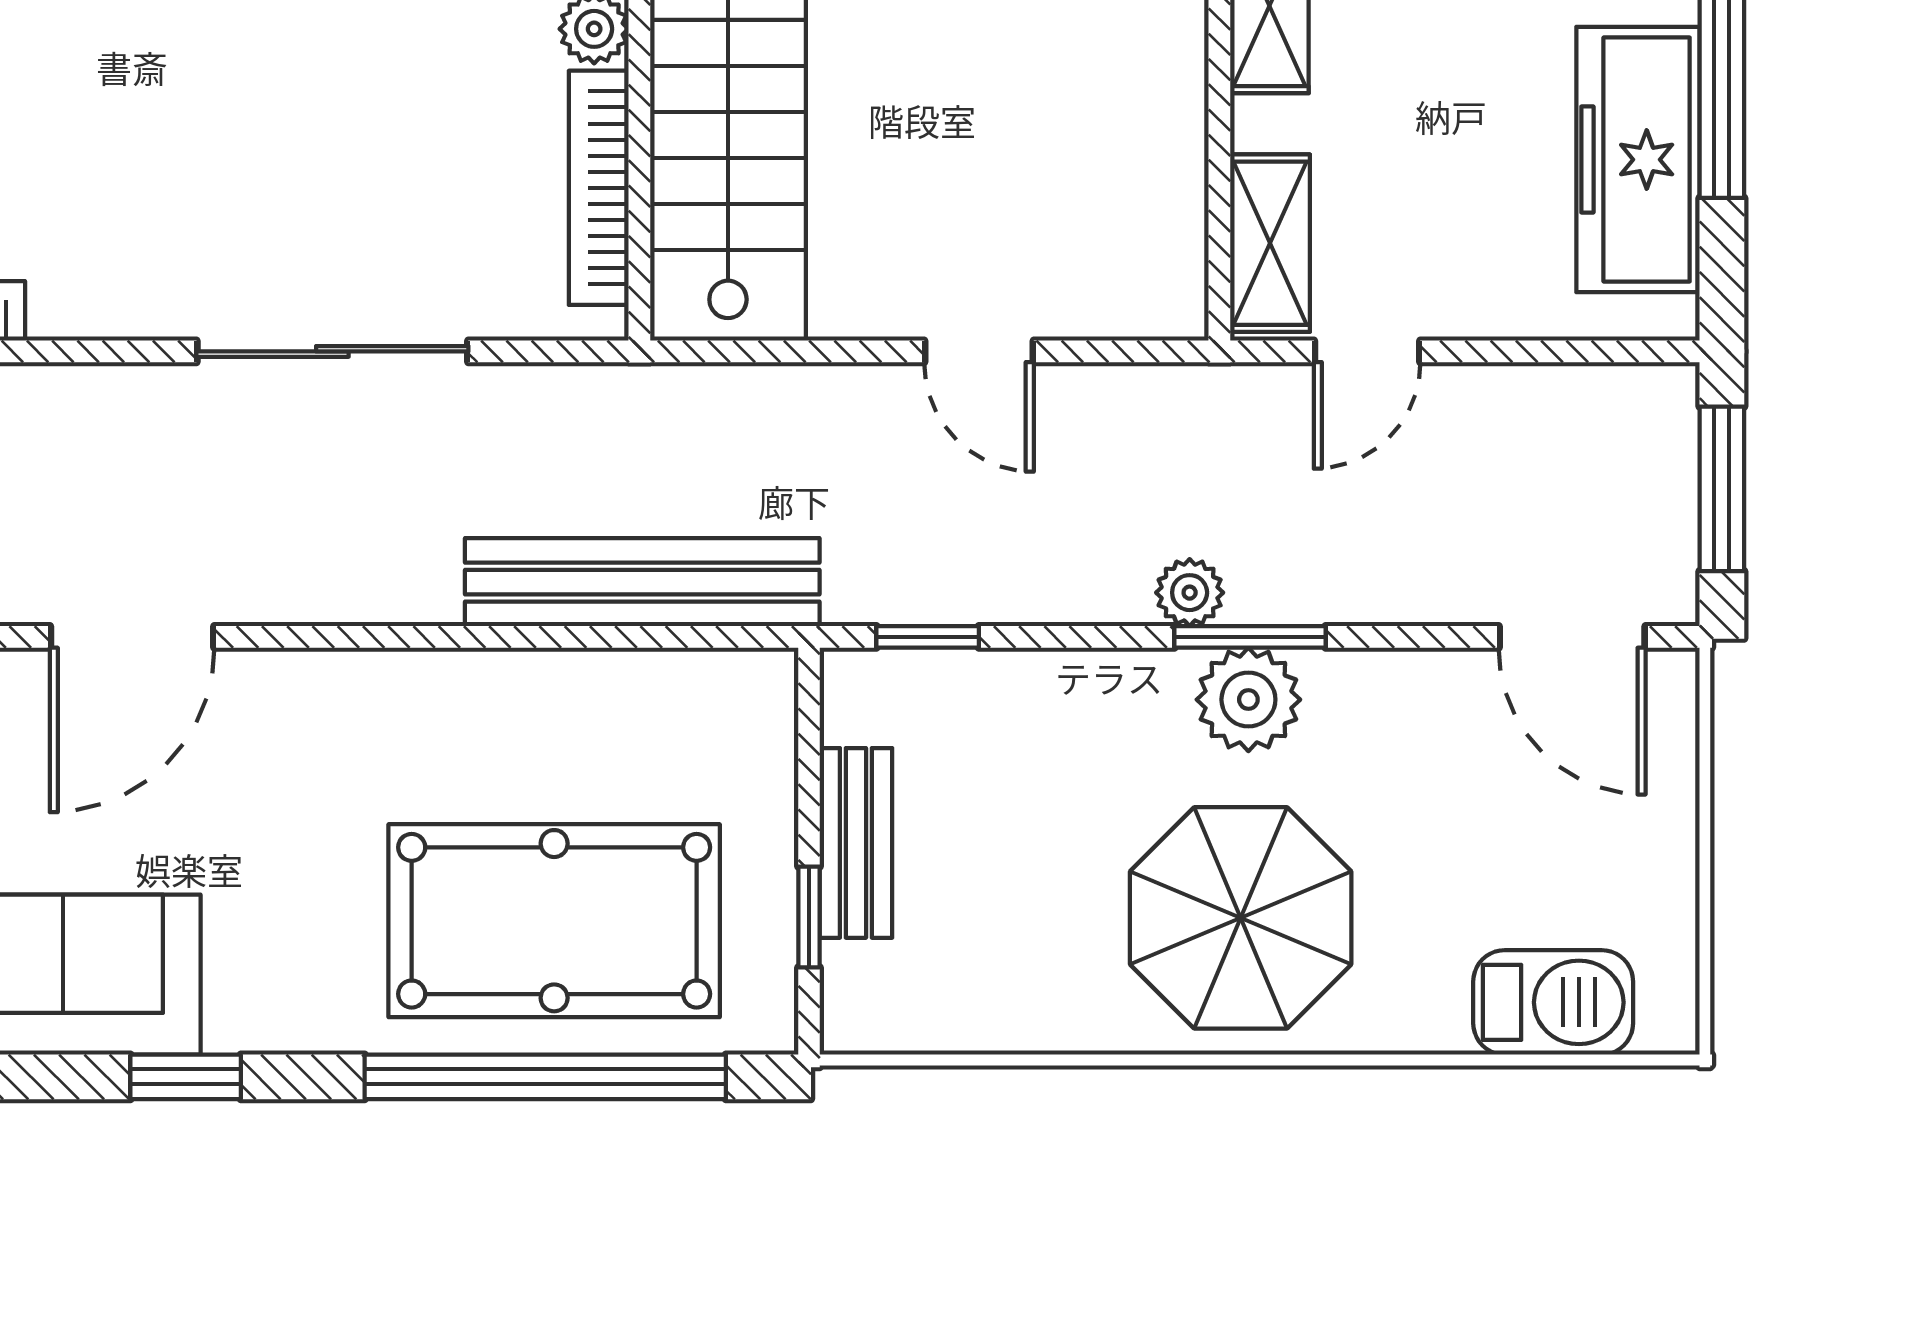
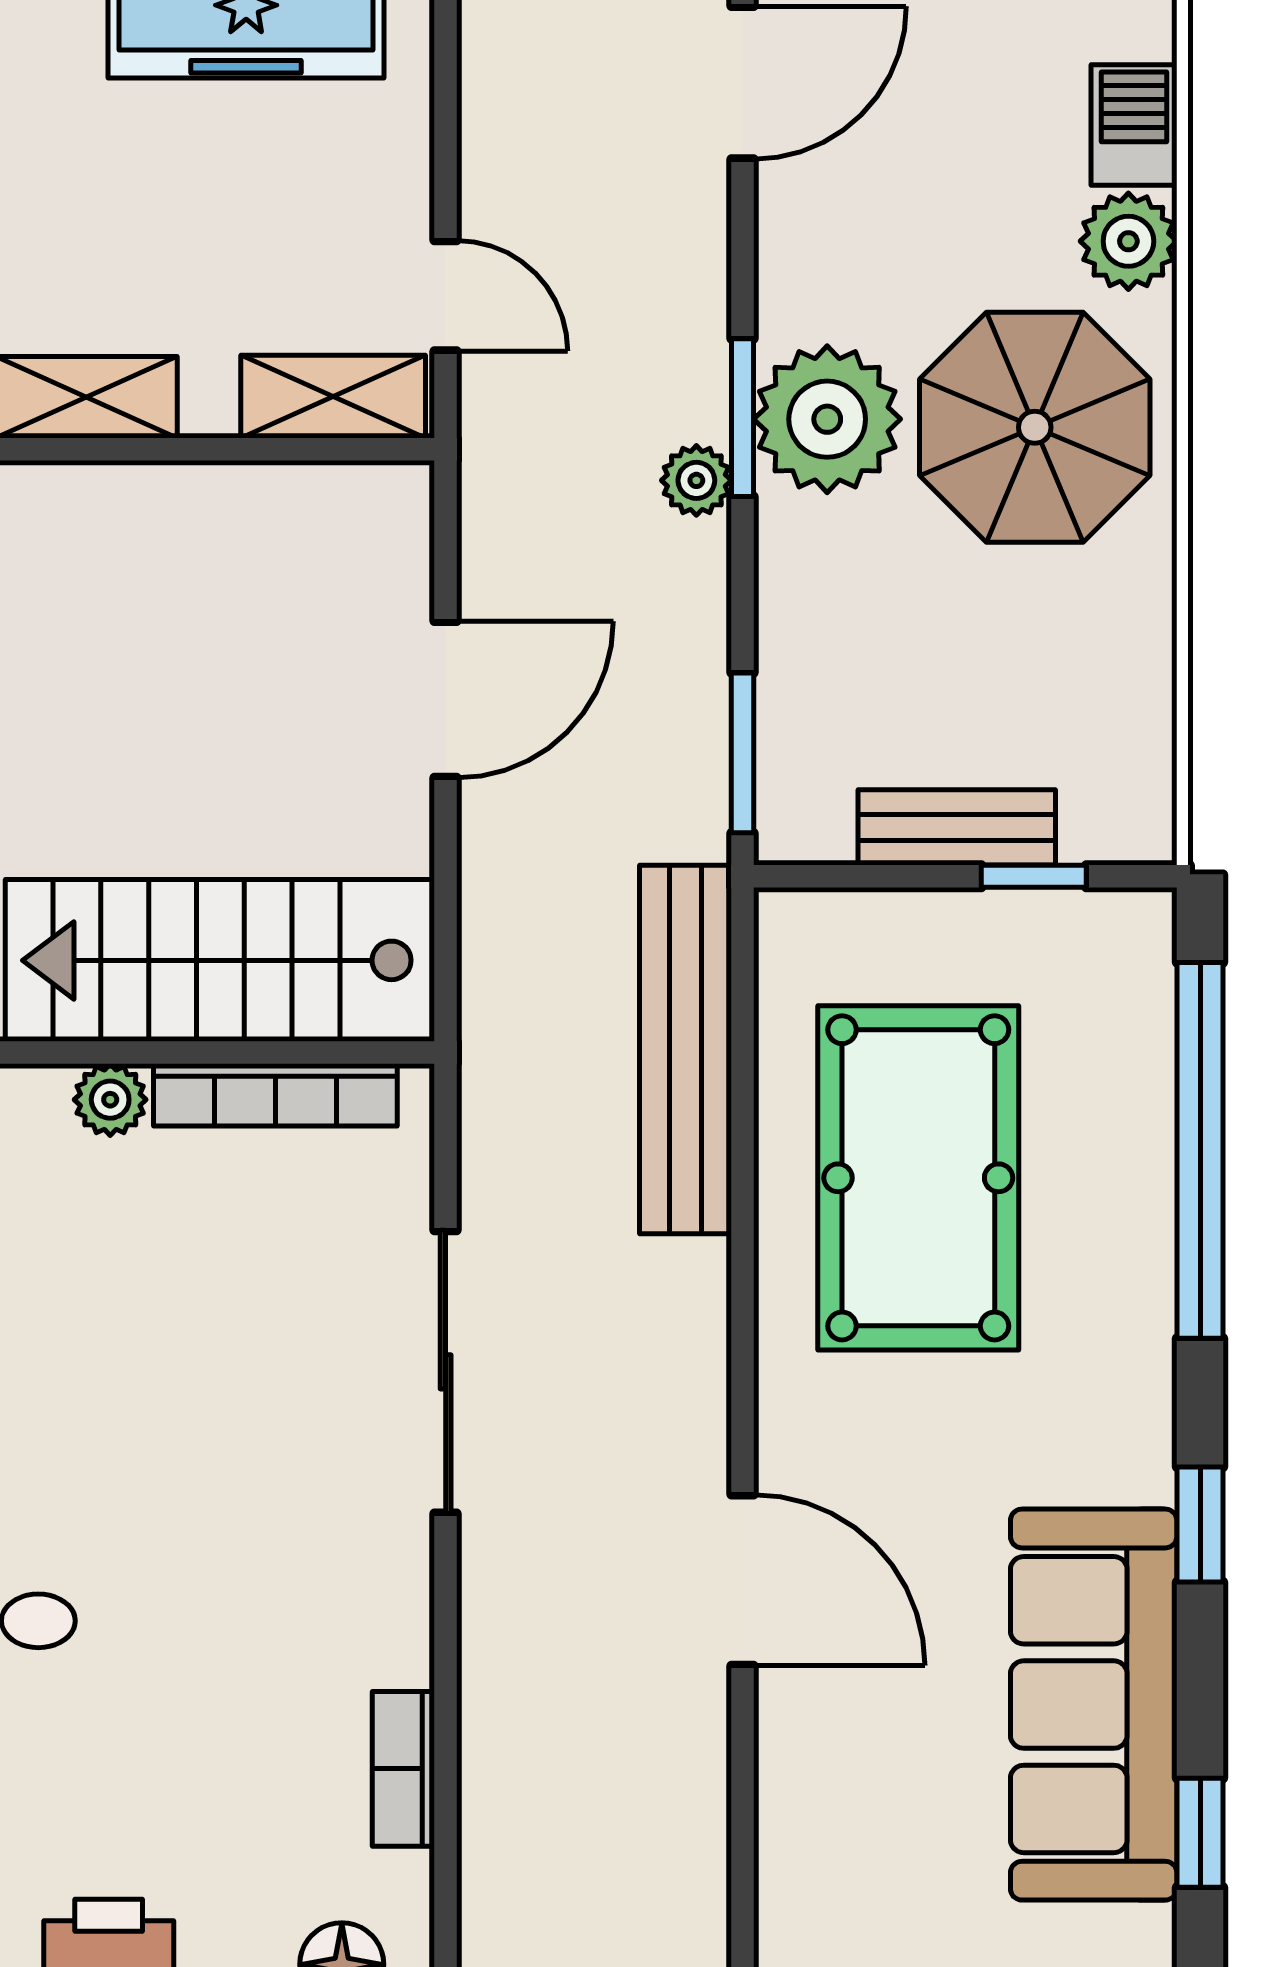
door: (979, 351) -> (446, 699), width x1.38
window: (928, 637) -> (743, 753), width x1.50
plant: (1248, 700) -> (827, 419), width x1.36, depth x1.36
pool table: (554, 921) -> (918, 1178), moved
barbecue: (1553, 1002) -> (1134, 125), width x0.73, depth x0.79
plant: (1420, 1008) -> (1128, 241), added

